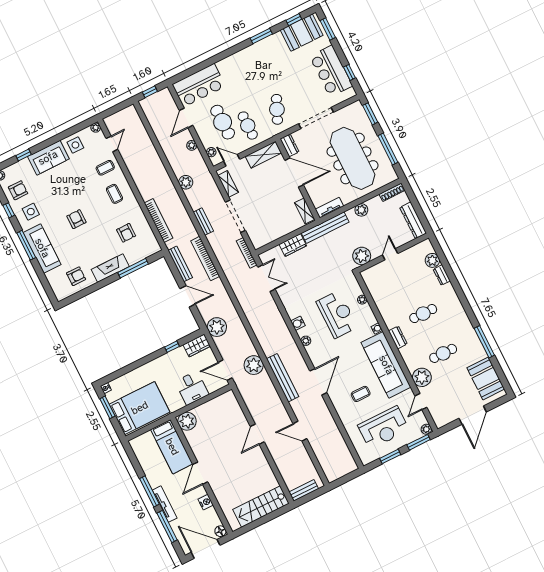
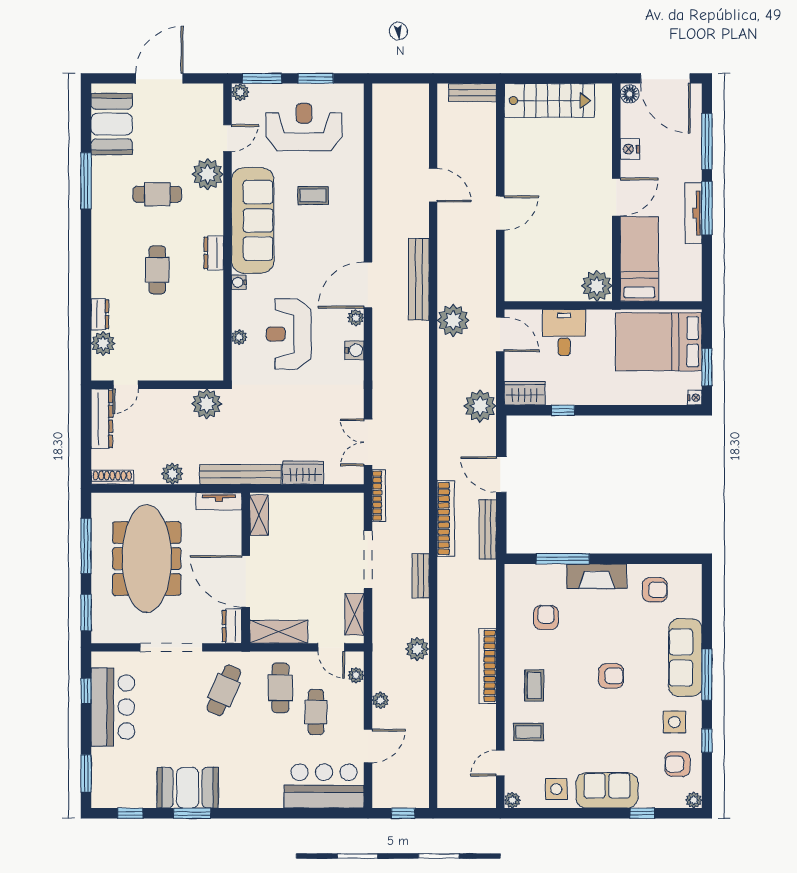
booth: (302, 33) -> (188, 788), moved
cafe table: (223, 122) -> (316, 712), width x0.73, depth x0.74
armchair: (76, 219) -> (611, 676), turned -90
bookcase: (158, 220) -> (488, 666), moved
door: (390, 254) -> (126, 385), moved
armchair: (76, 276) -> (655, 590), turned 180
cafe table: (423, 314) -> (157, 270), turned 90
door: (318, 382) -> (368, 285), moved
tv unit: (165, 504) -> (693, 213), moved

